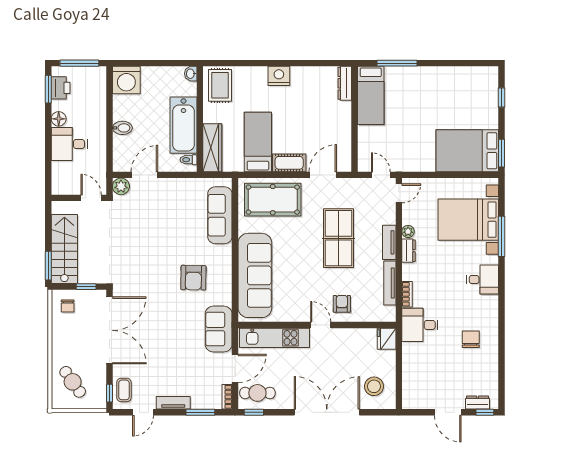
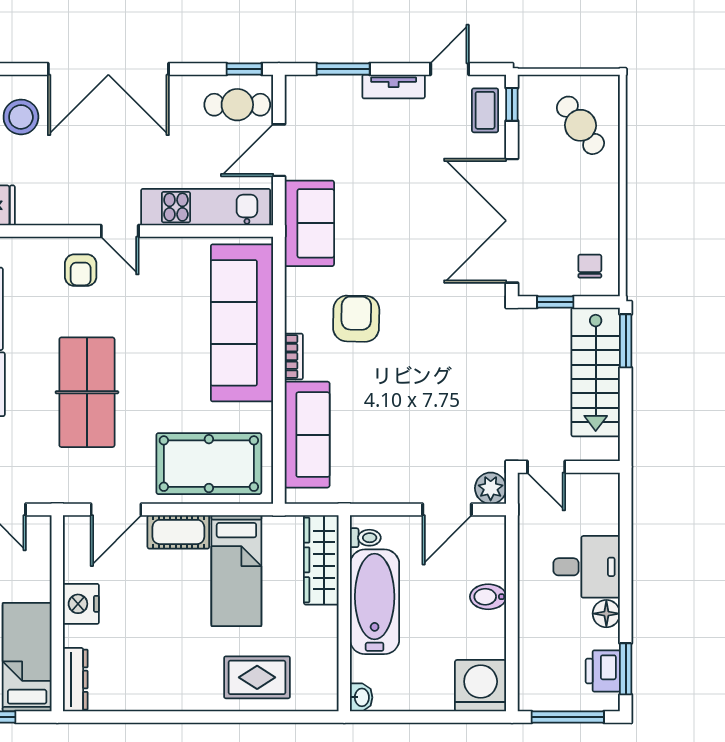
nightstand: (279, 76) -> (81, 604), moved, turned 90
rug: (220, 85) -> (257, 677), moved, turned 90
bookcase: (227, 397) -> (294, 356), moved

